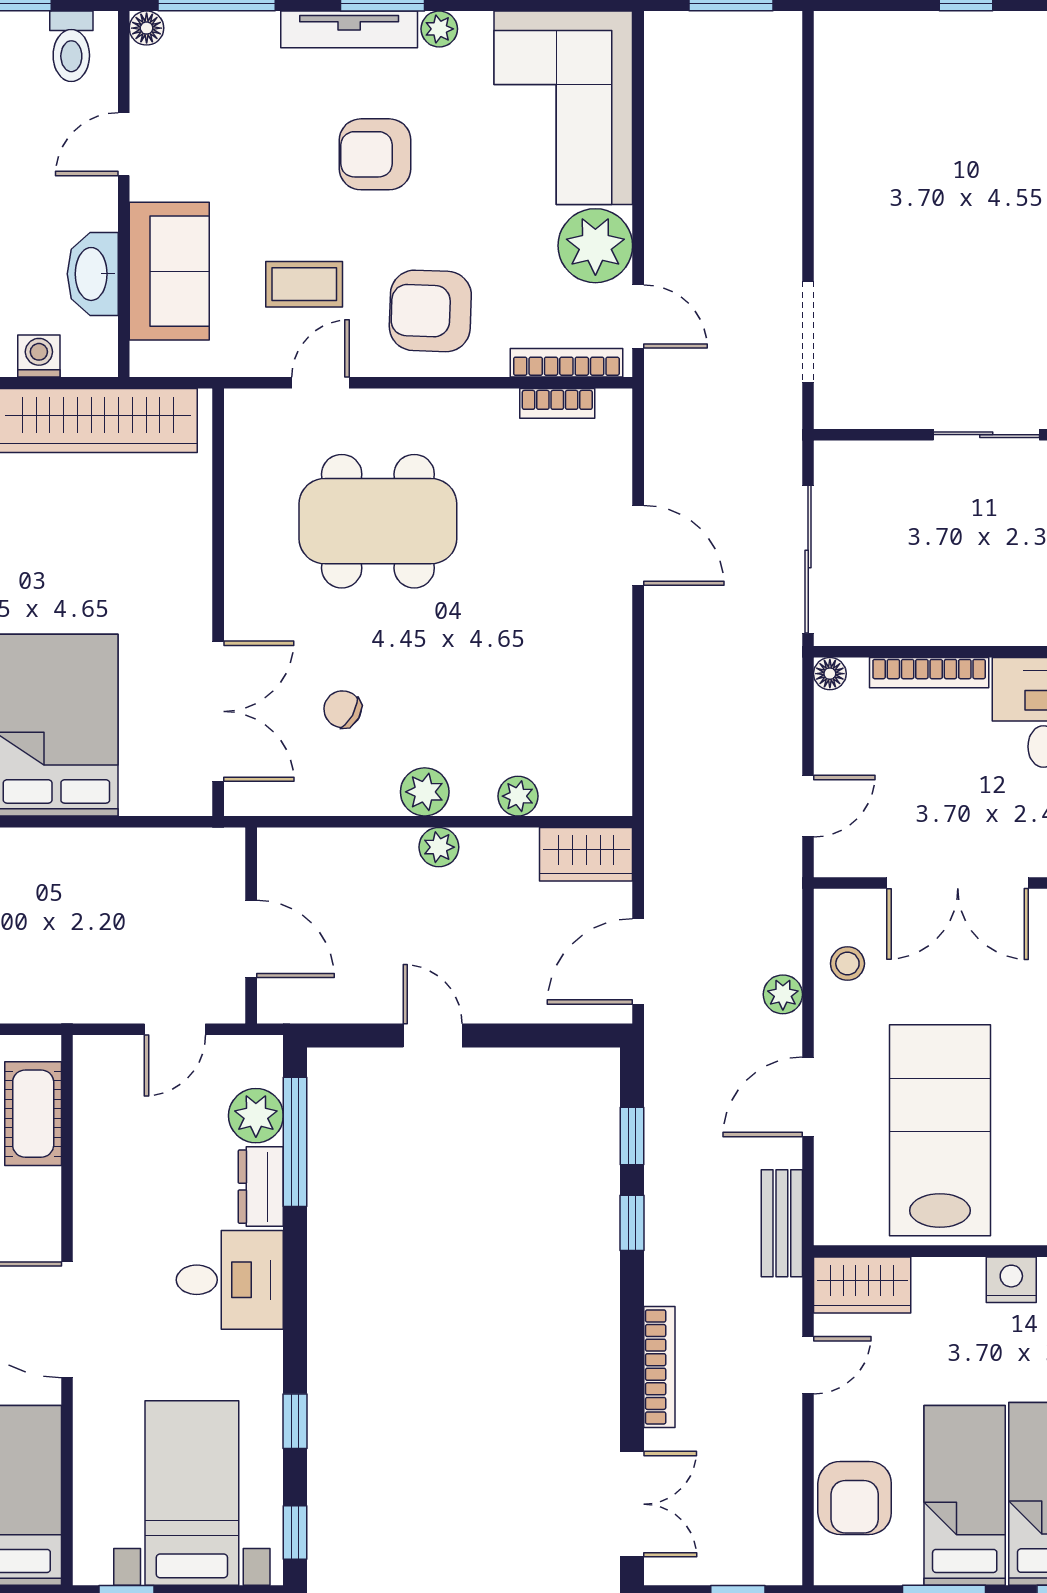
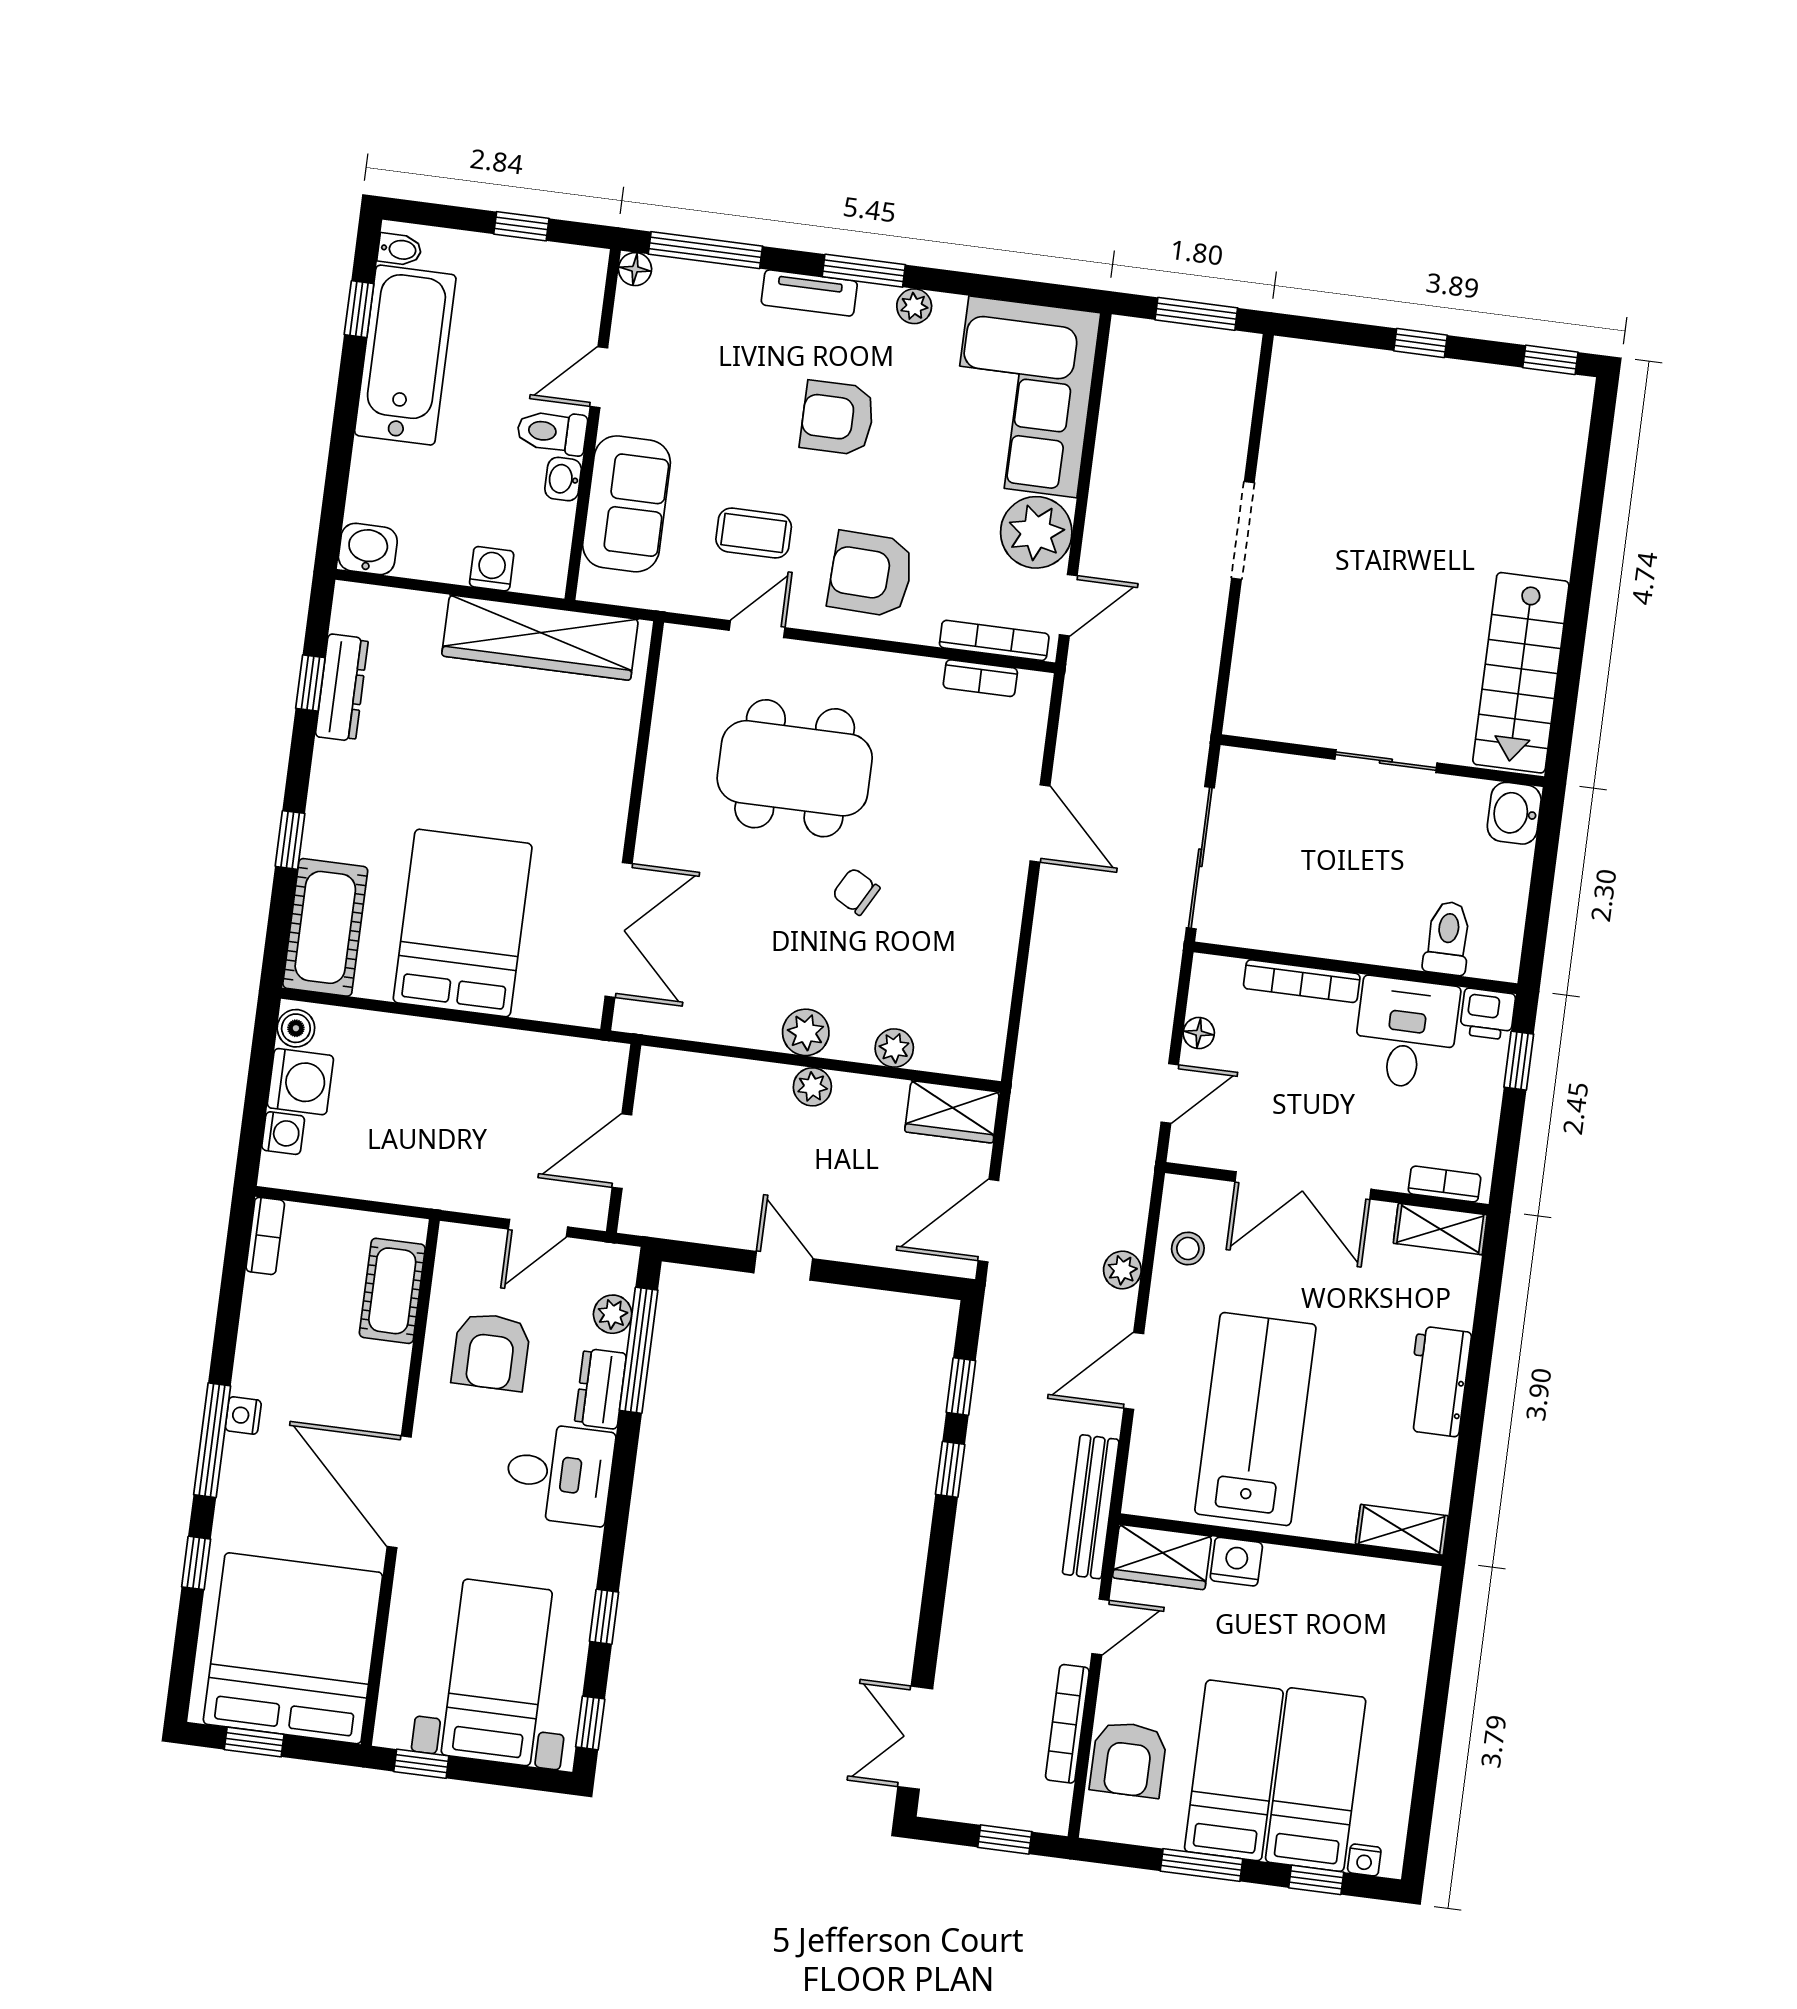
tv unit: (349, 29) -> (809, 293), width x0.71
toilet: (71, 46) -> (552, 432), moved, turned 90
washbasin: (93, 274) -> (563, 479), width x0.52, depth x0.69
door: (638, 316) -> (1068, 605), hinge flipped
doorway: (808, 332) -> (1243, 530), moved
floor lamp: (830, 674) -> (1199, 1033), moved
chair: (343, 709) -> (856, 891), moved
door: (251, 939) -> (622, 1151), swing flipped
plant: (256, 1116) -> (613, 1314), width x0.73, depth x0.73
armchair: (143, 1163) -> (491, 1352), added
bench: (782, 1223) -> (1091, 1507), width x1.36
nightstand: (1011, 1280) -> (1236, 1562), moved
bookcase: (659, 1367) -> (1067, 1724), moved, turned 180
double door: (632, 1504) -> (915, 1738), swing flipped

